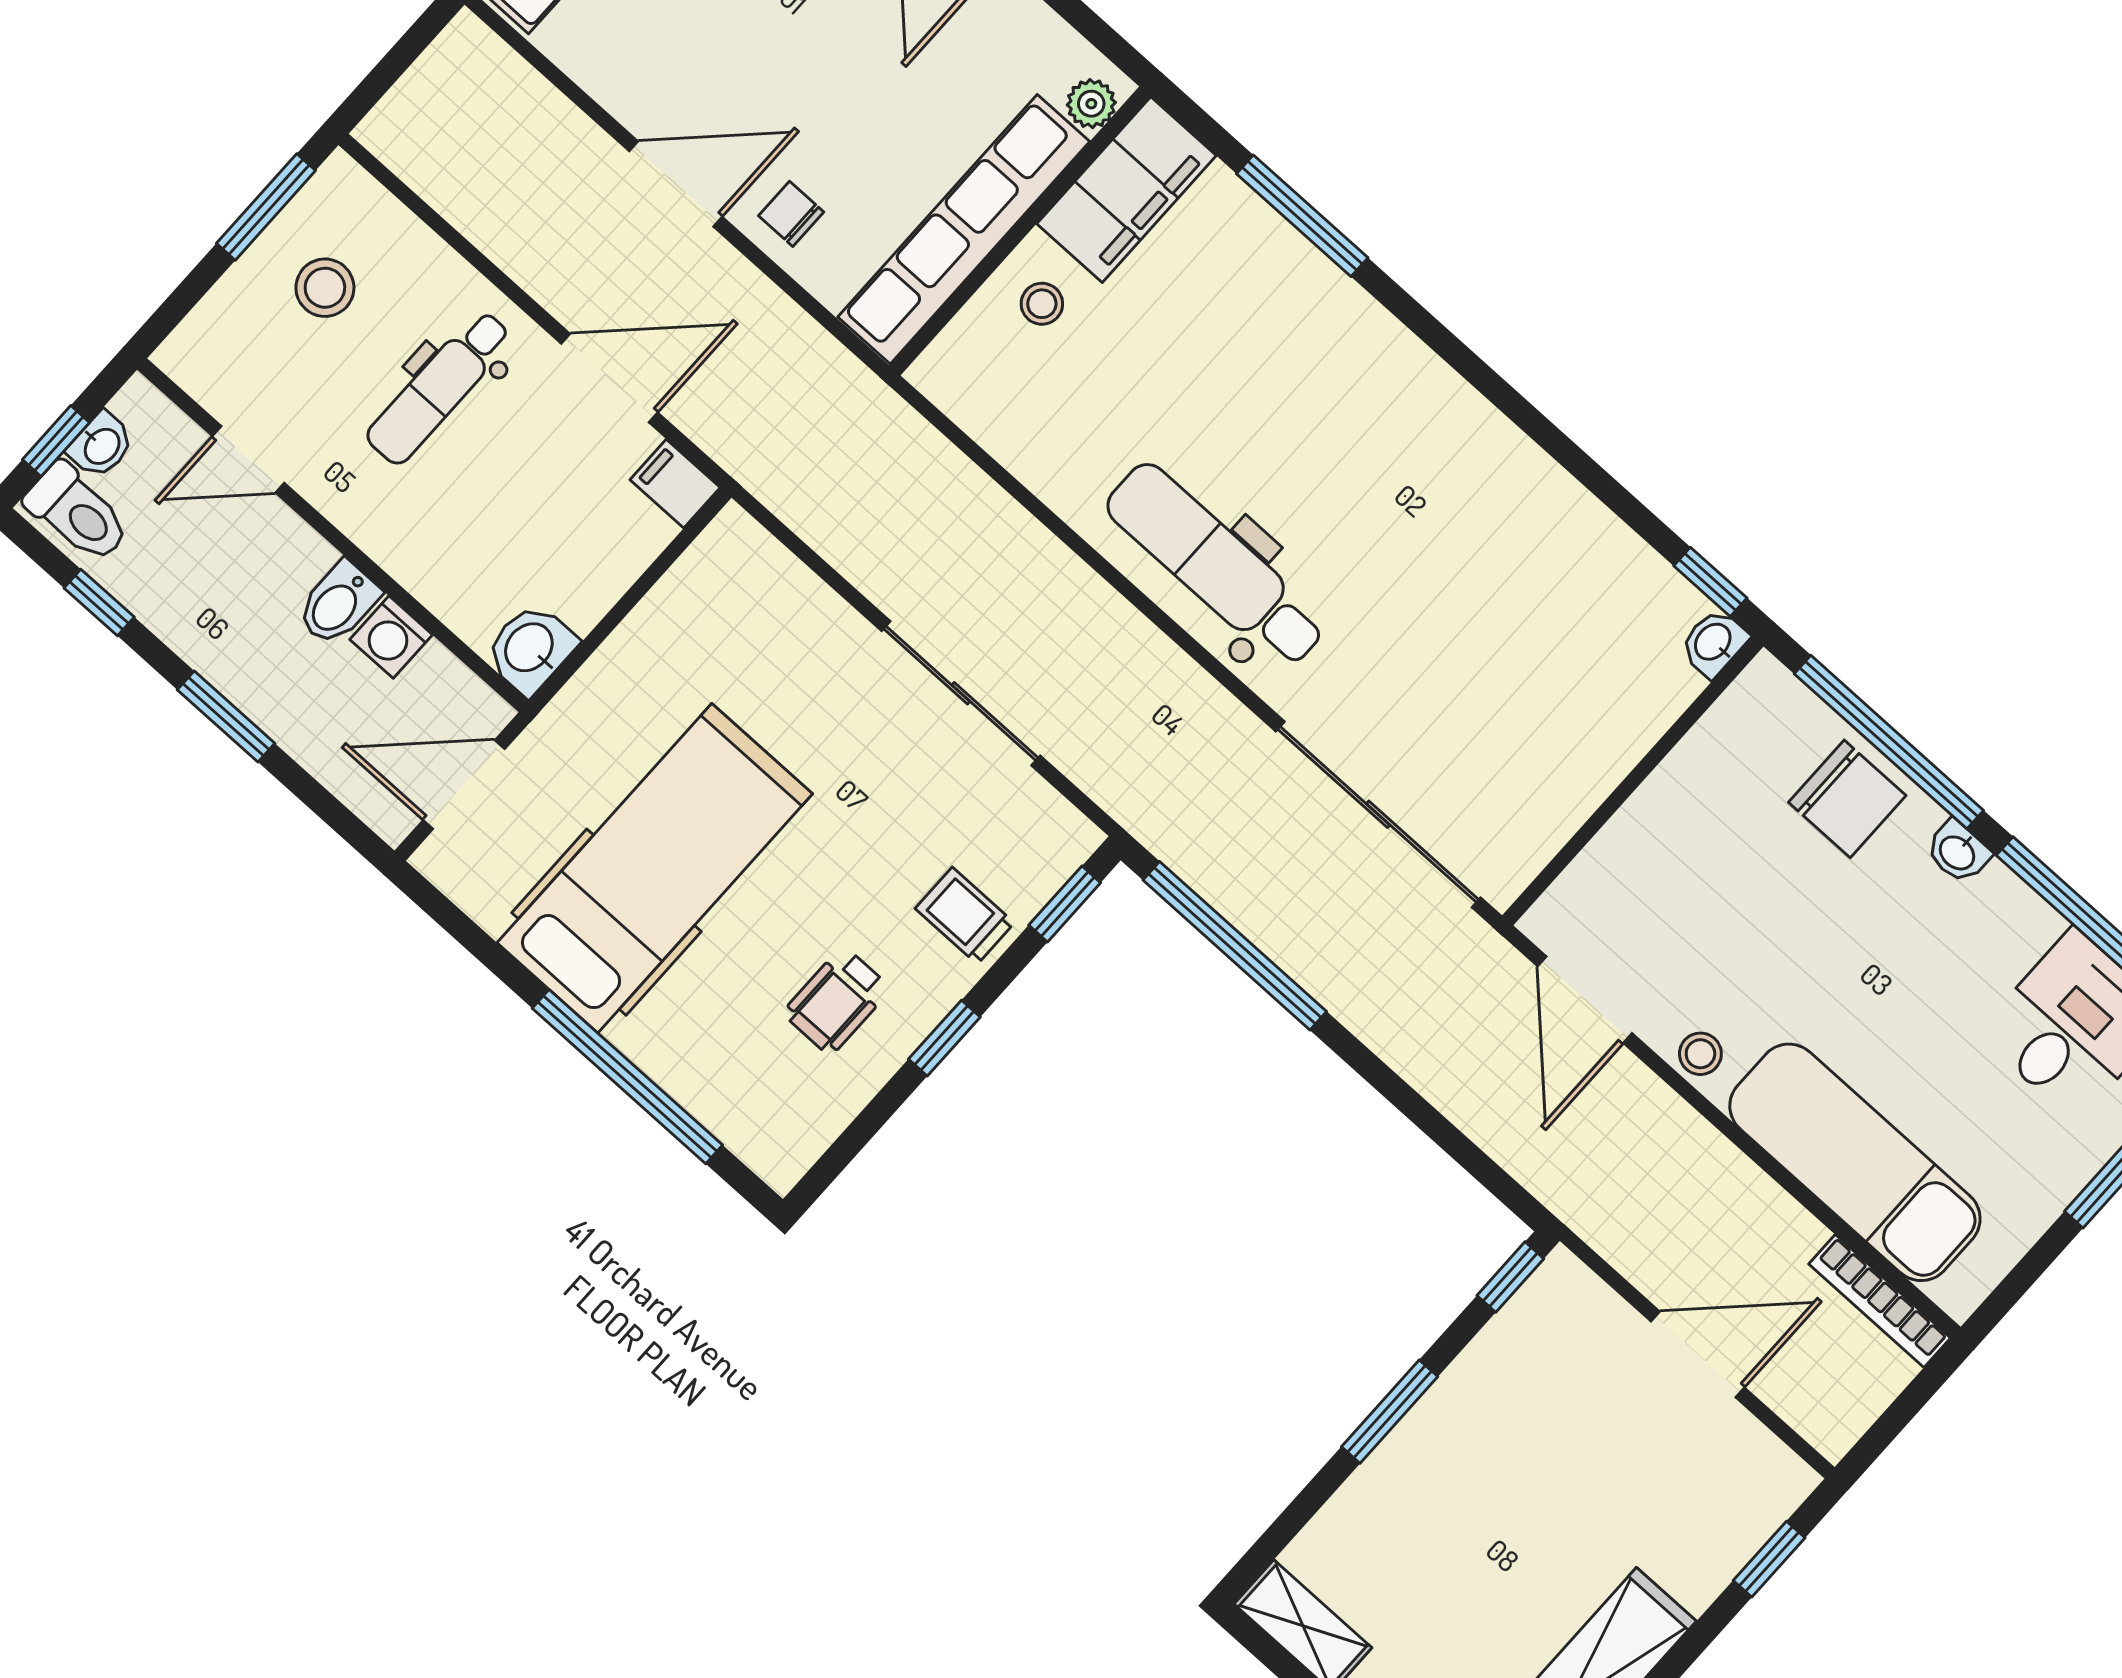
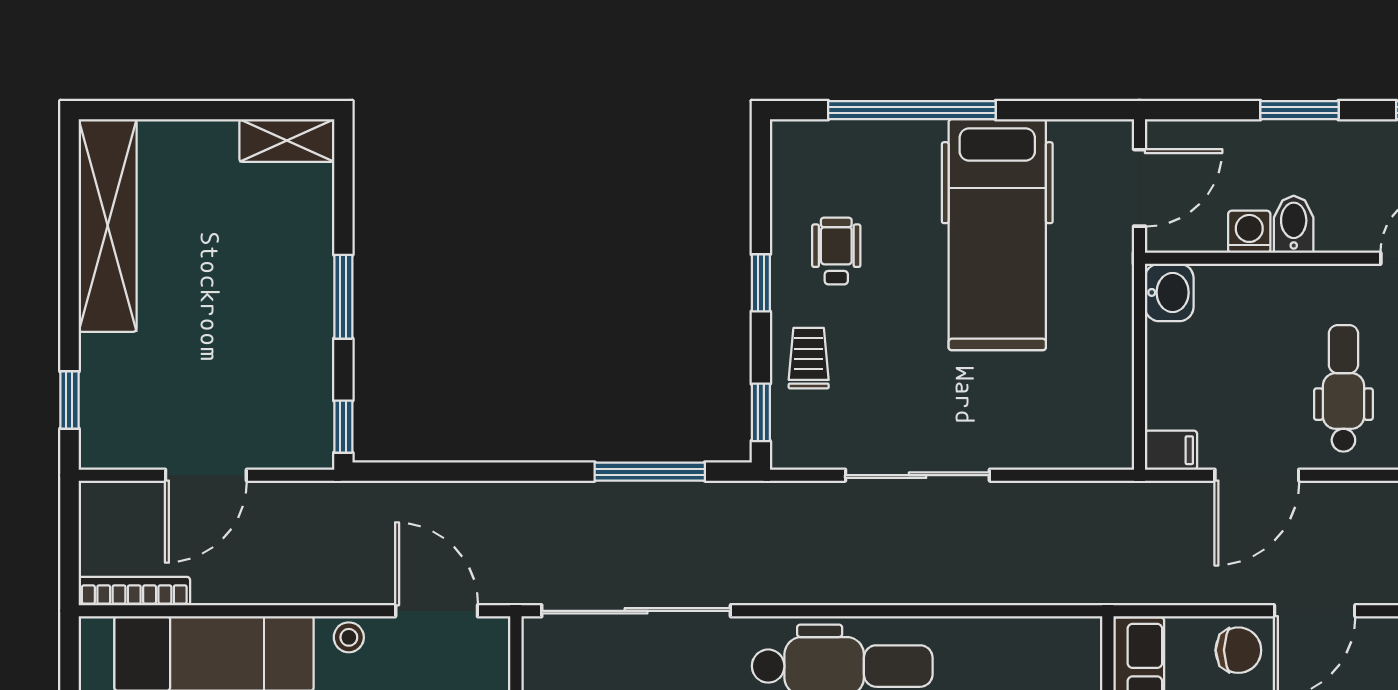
chair: (791, 214) -> (1238, 650), width x1.37, depth x1.37
trolley: (965, 916) -> (809, 358), turned -90
window: (1235, 946) -> (650, 472), width x0.68

